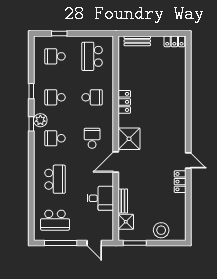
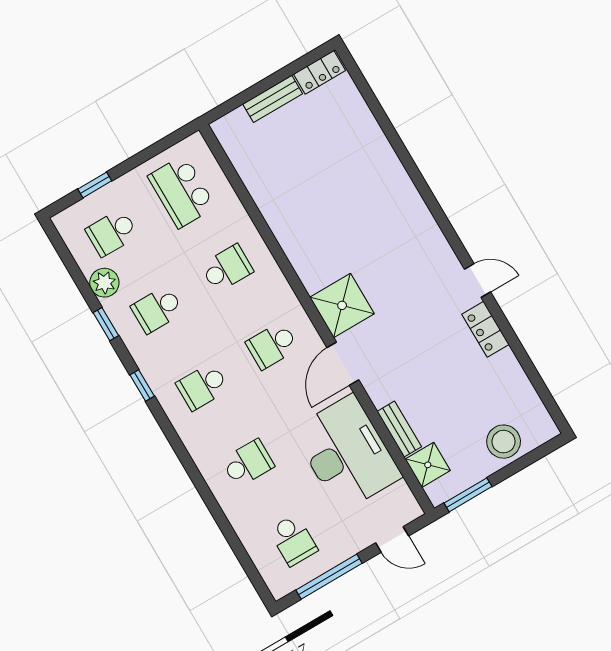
bench: (137, 41) -> (273, 99), moved
locker: (124, 102) -> (292, 241), removed
plant: (40, 120) -> (104, 283), moved
school desk: (92, 138) -> (272, 345), turned -90
school desk: (55, 179) -> (248, 463), width x0.54
desk: (100, 198) -> (347, 453), width x1.87, depth x1.30
school desk: (55, 220) -> (293, 540), width x0.54

